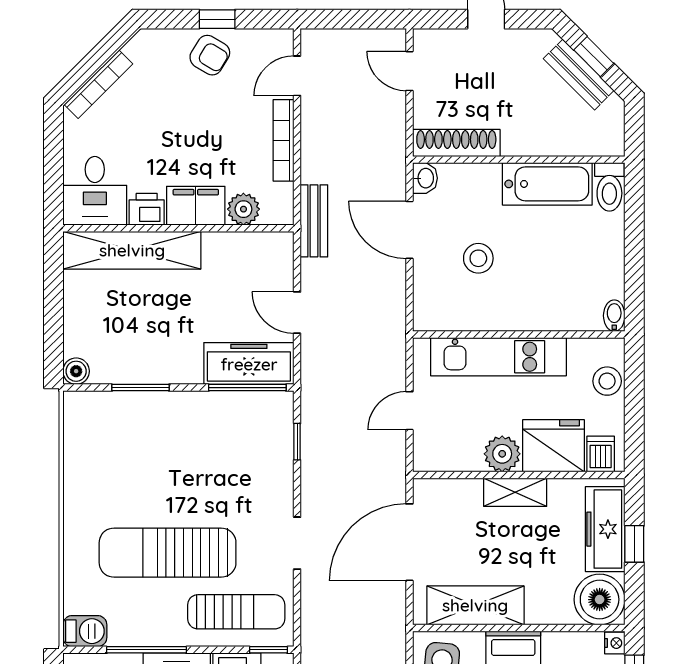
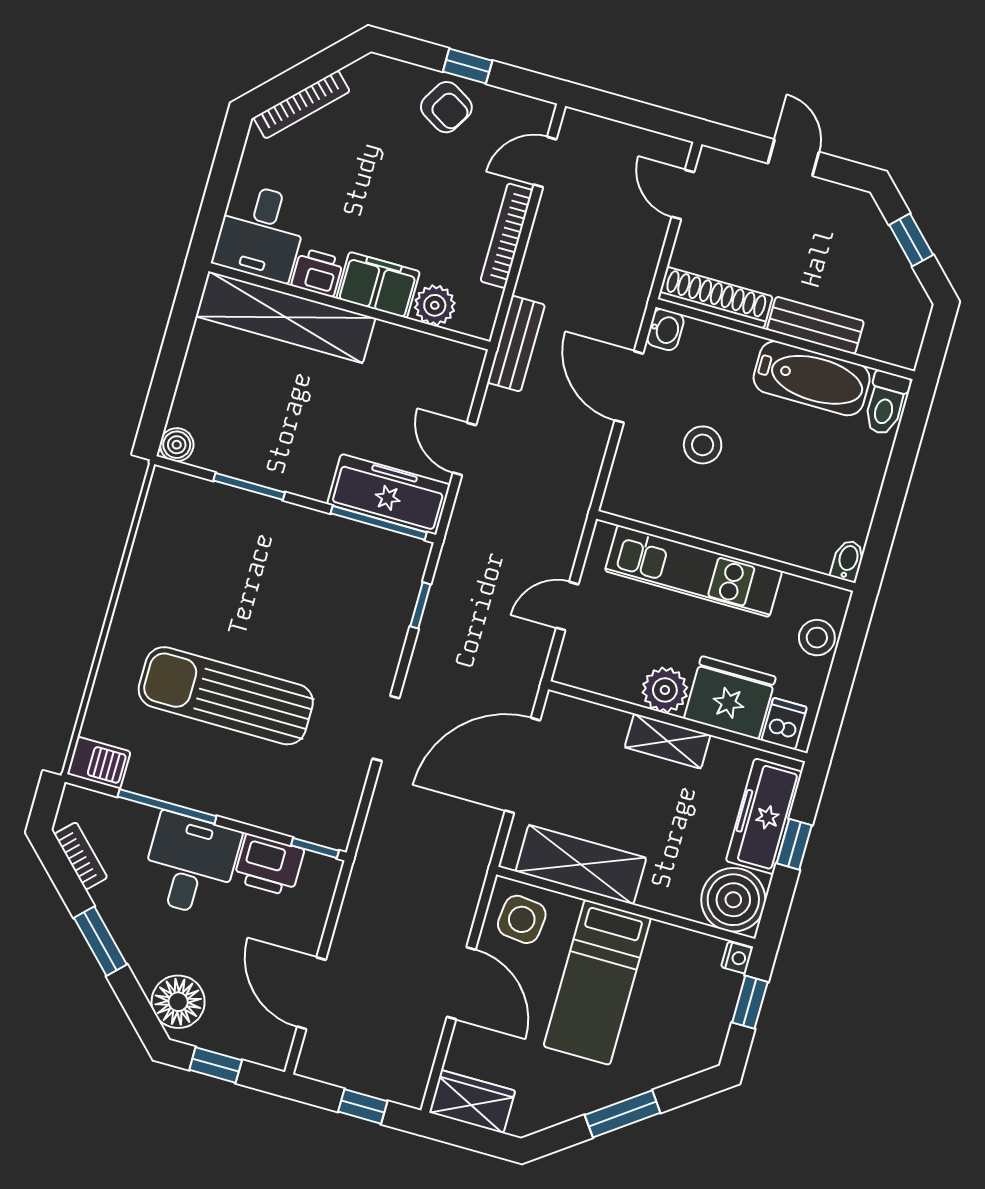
bench: (579, 75) -> (815, 325), moved, turned -45
sun lounger: (236, 612) -> (289, 791), removed

